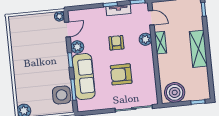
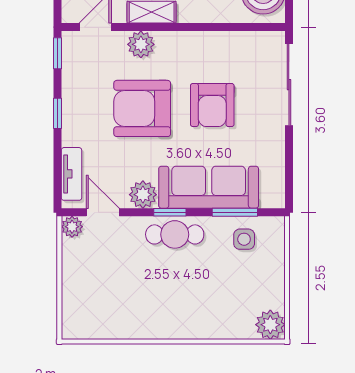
tv unit: (118, 10) -> (71, 174), moved
armchair: (116, 43) -> (142, 108), width x1.88, depth x1.88
cafe table: (61, 63) -> (175, 234), added
side table: (62, 95) -> (244, 239), width x0.54, depth x0.54

